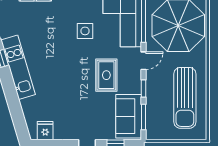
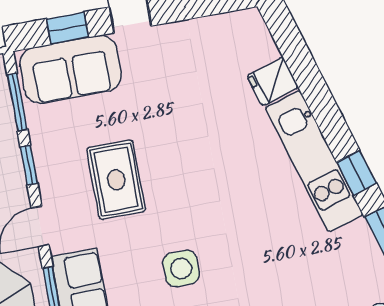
sofa: (129, 116) -> (71, 69), moved, turned 90
fridge: (45, 131) -> (273, 81), moved, turned 73

